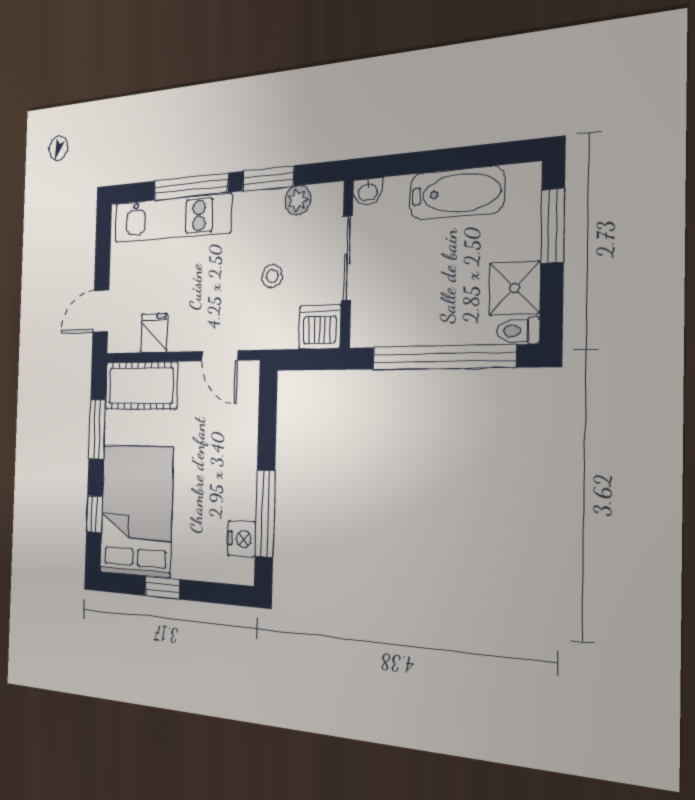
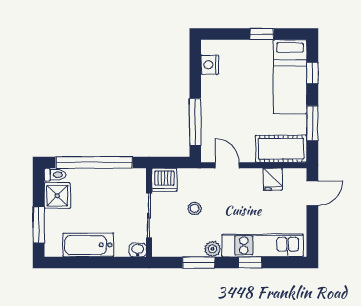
window: (191, 187) -> (250, 262), width x0.46
plant: (298, 200) -> (212, 249), moved
bed: (136, 510) -> (290, 77), width x0.67
window: (265, 513) -> (195, 122), moved

